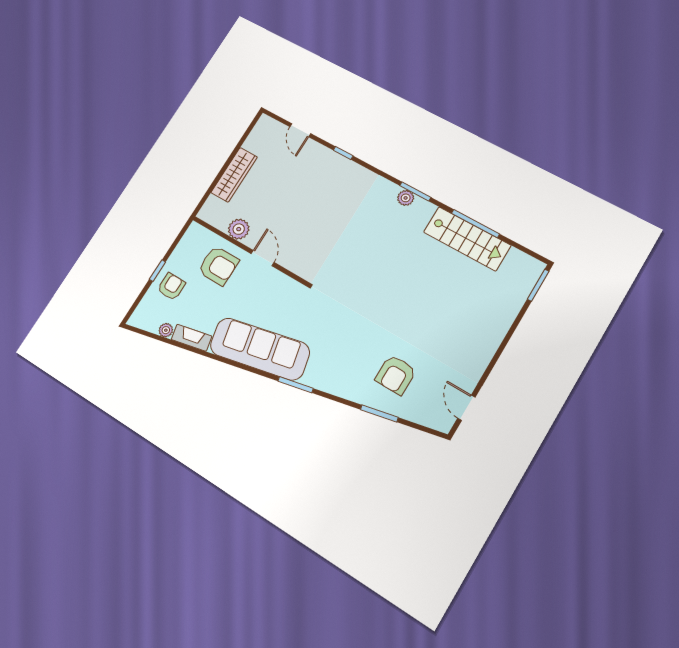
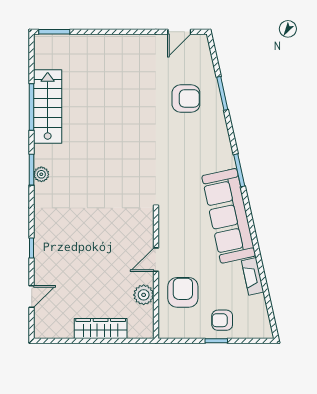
plant: (166, 330) -> (259, 301), removed

